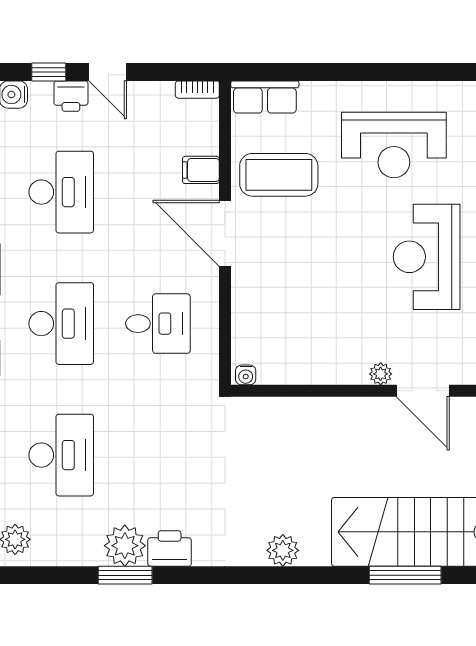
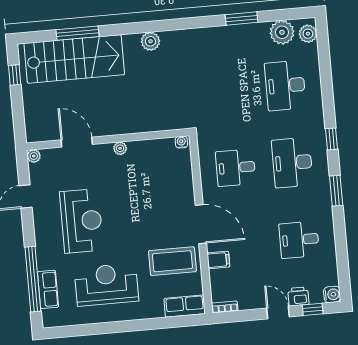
desk: (61, 192) -> (299, 240), width x0.73
plant: (381, 374) -> (120, 148), moved
plant: (125, 546) -> (282, 32), moved
printer: (170, 548) -> (217, 36), removed

